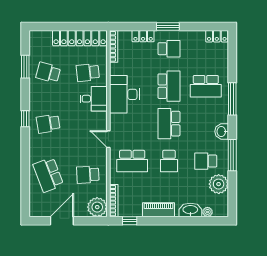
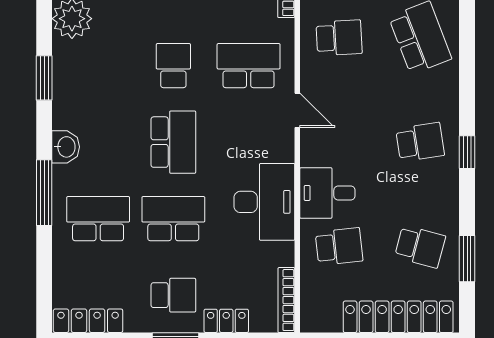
locker: (217, 36) -> (88, 321), width x1.53
locker: (80, 38) -> (398, 317), moved
school desk: (169, 49) -> (173, 295), turned 180
school desk: (169, 86) -> (173, 219), turned 90
washbasin: (222, 131) -> (66, 147), moved
window: (232, 155) -> (44, 78), width x0.69
school desk: (206, 161) -> (98, 66), removed

